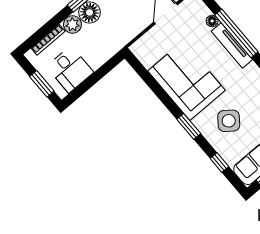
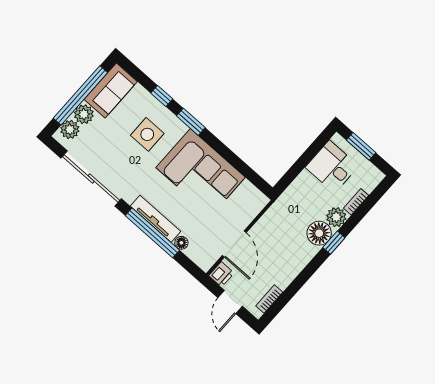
bookcase: (48, 40) -> (356, 202), width x0.64
side table: (229, 121) -> (147, 134), turned -37
window: (219, 163) -> (162, 96), moved

